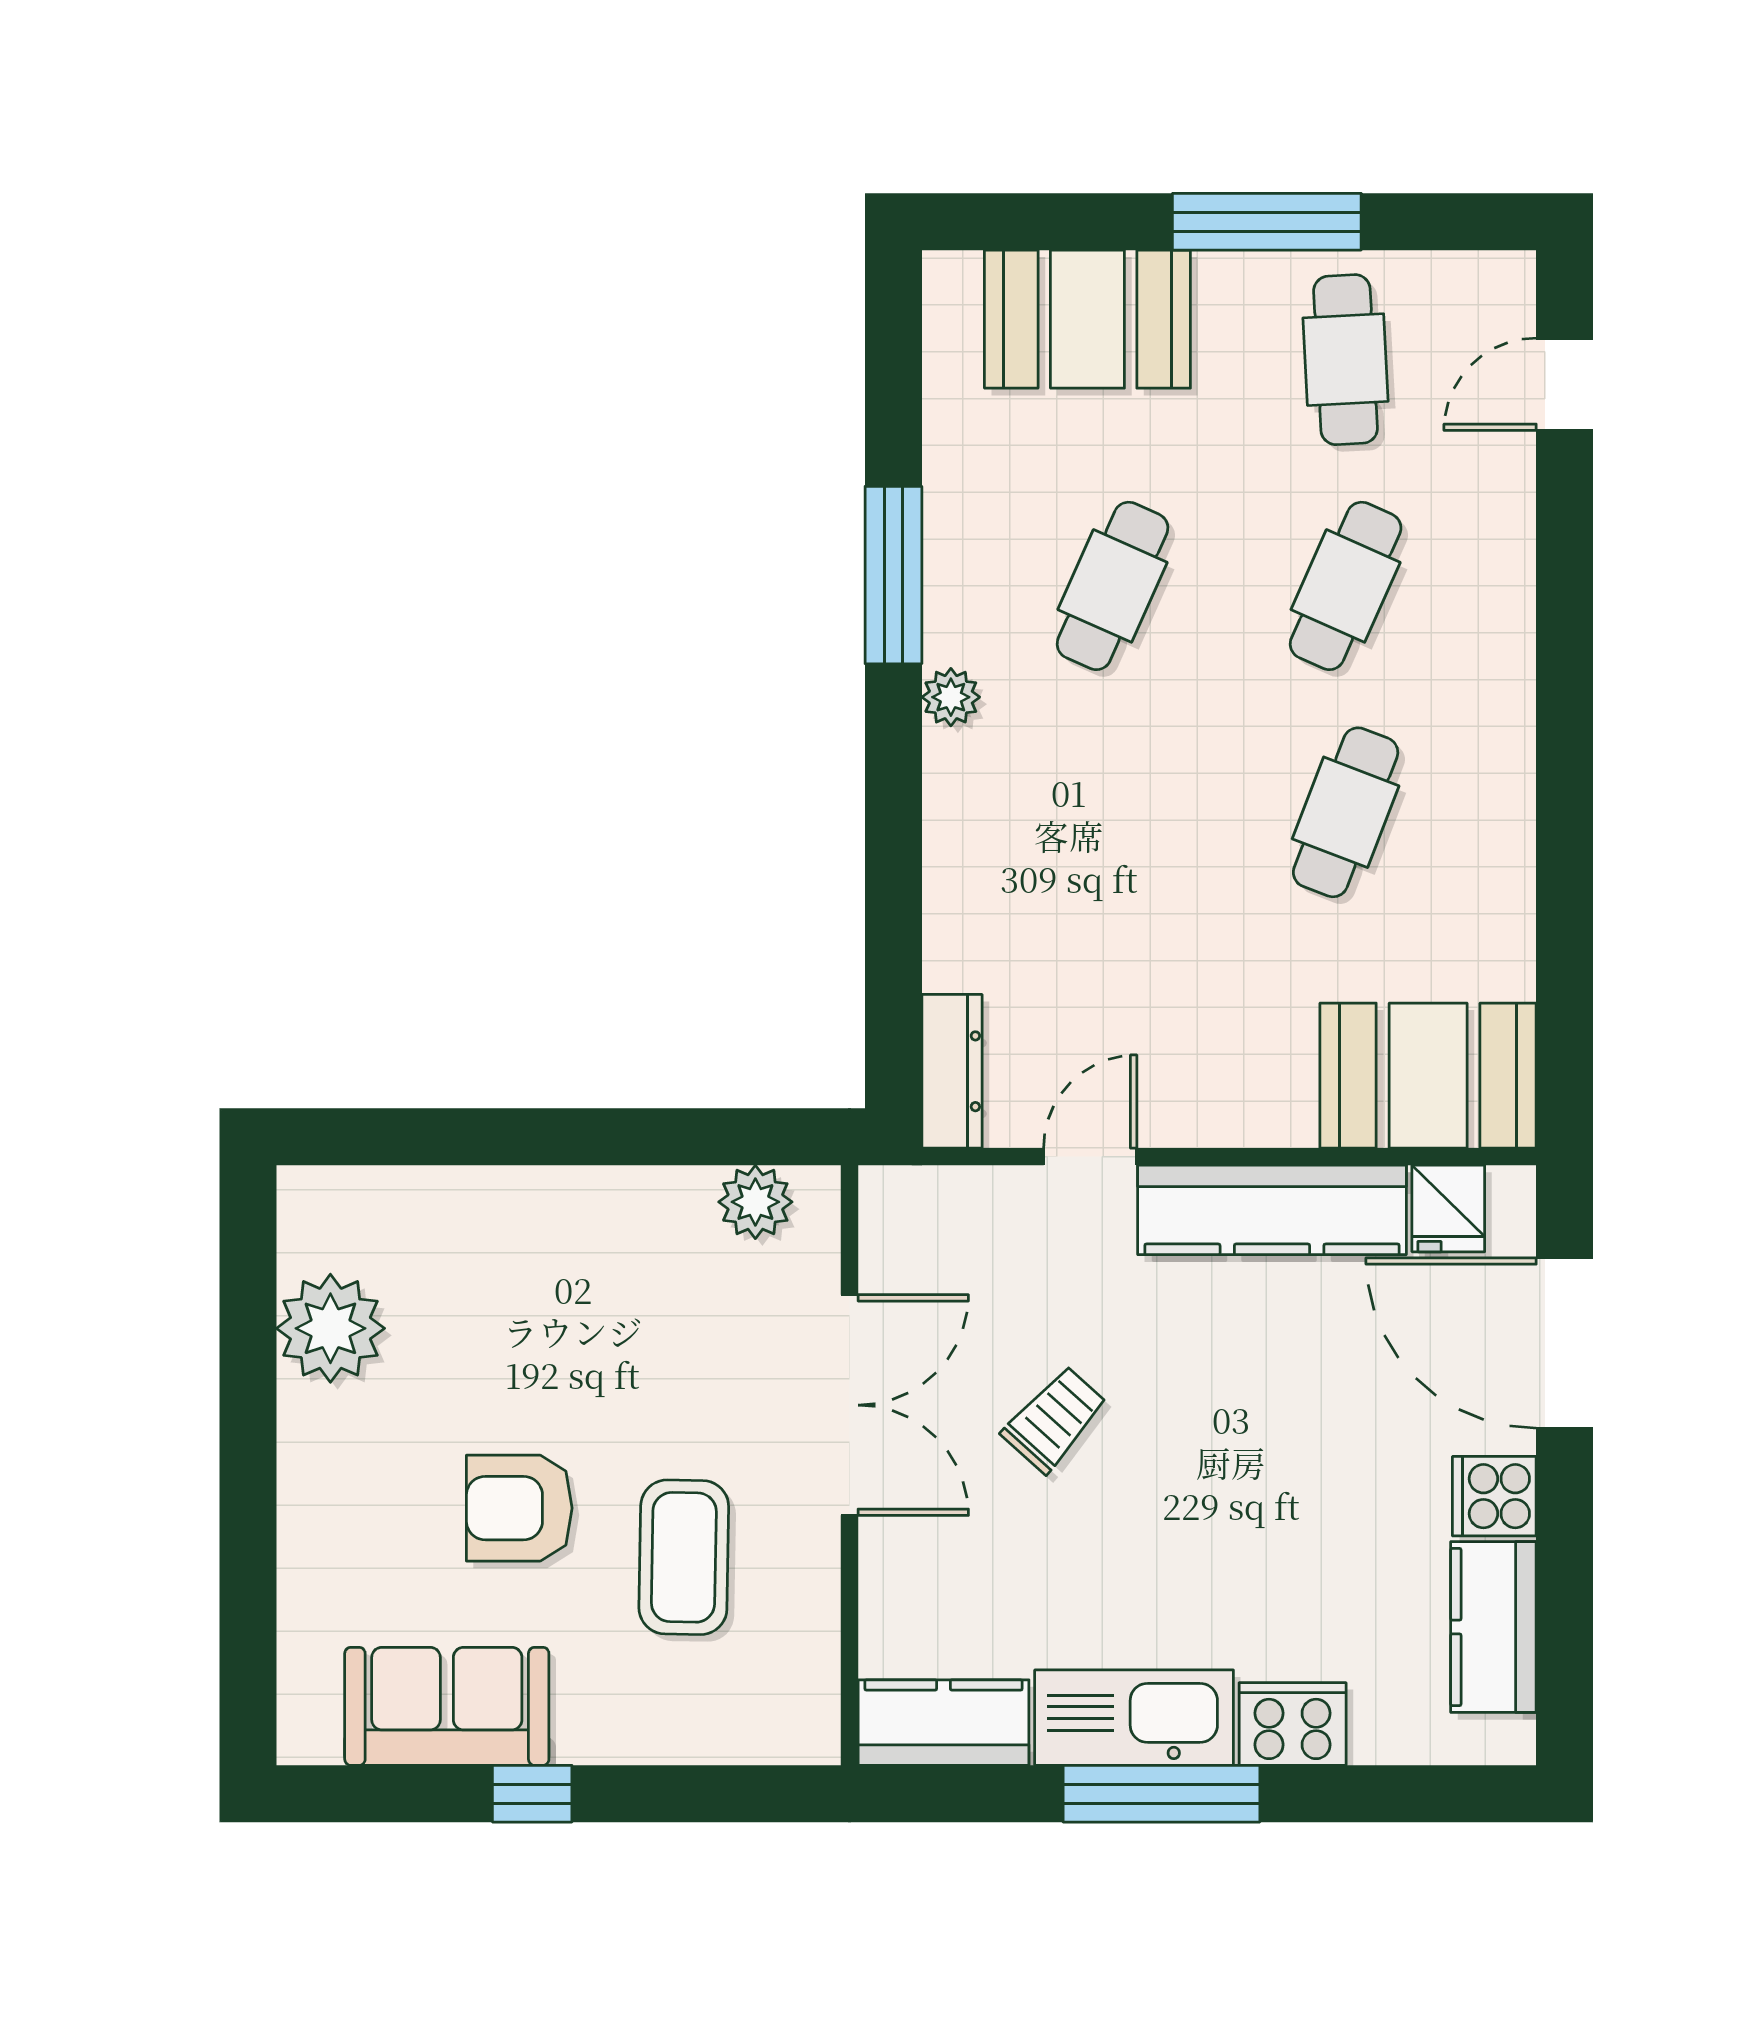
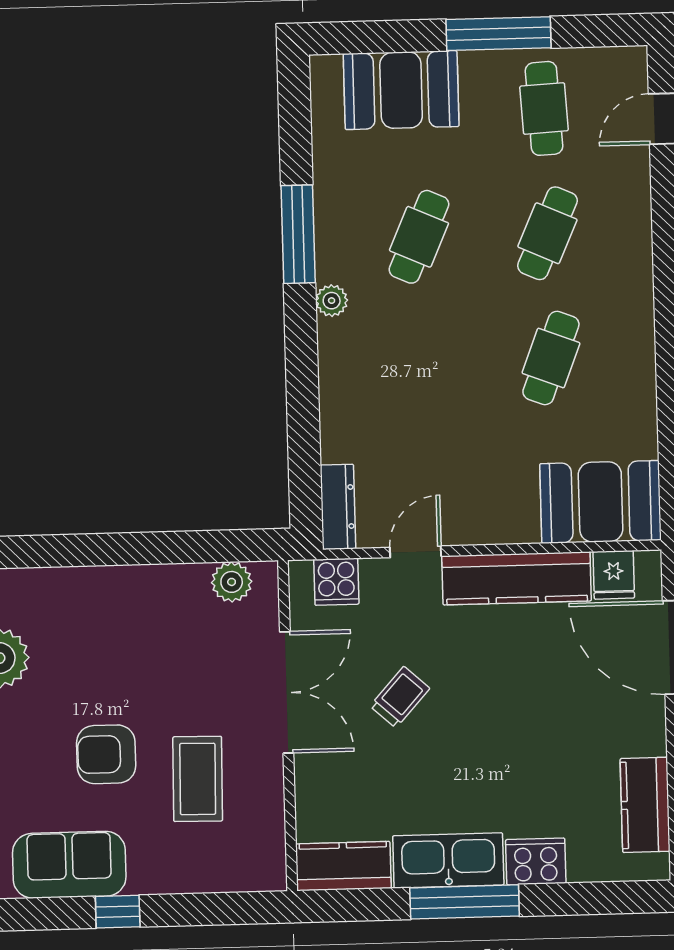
cooker: (1494, 1496) -> (336, 582), moved, turned -90

